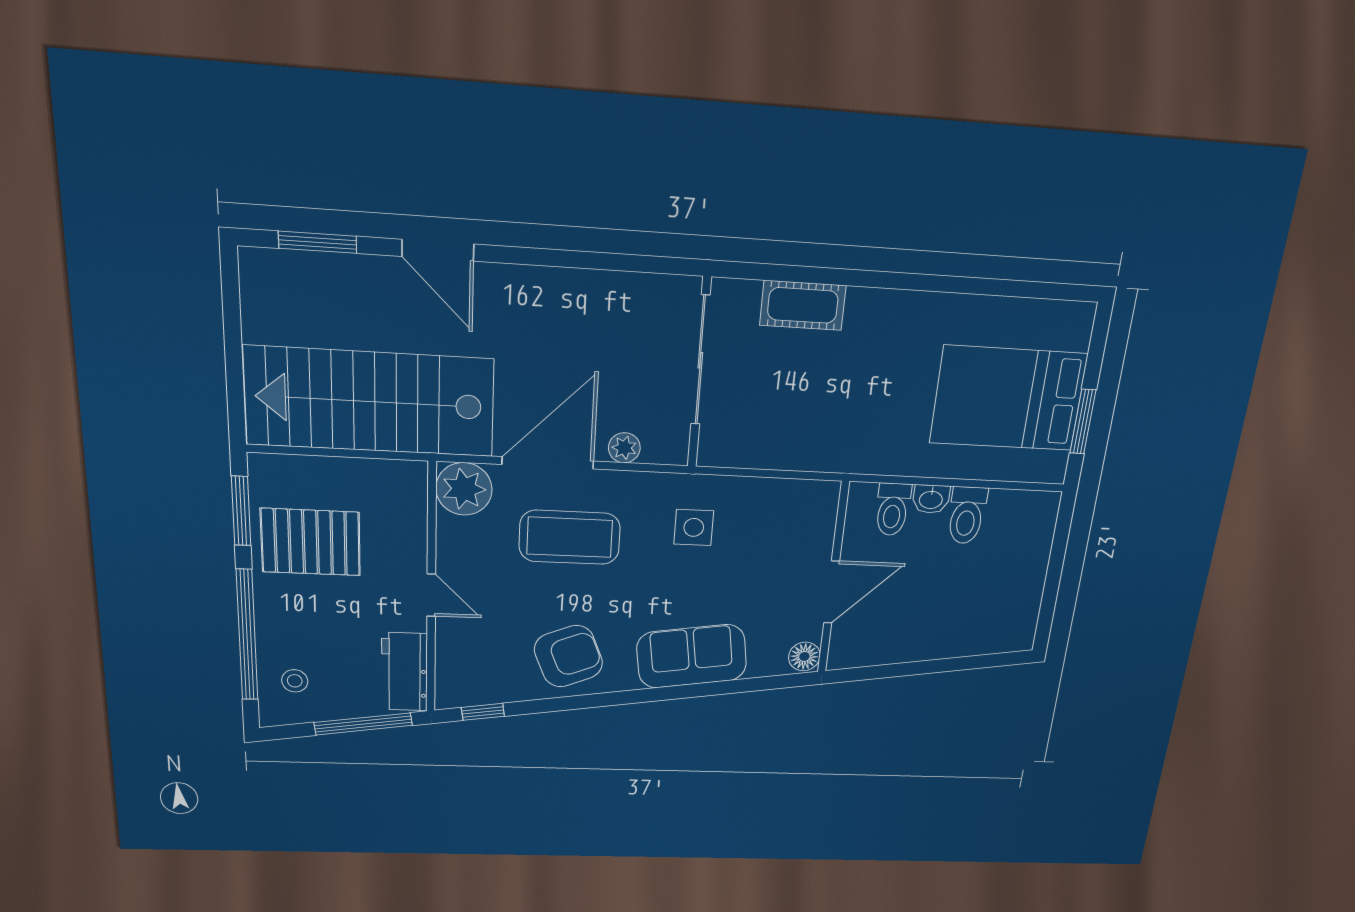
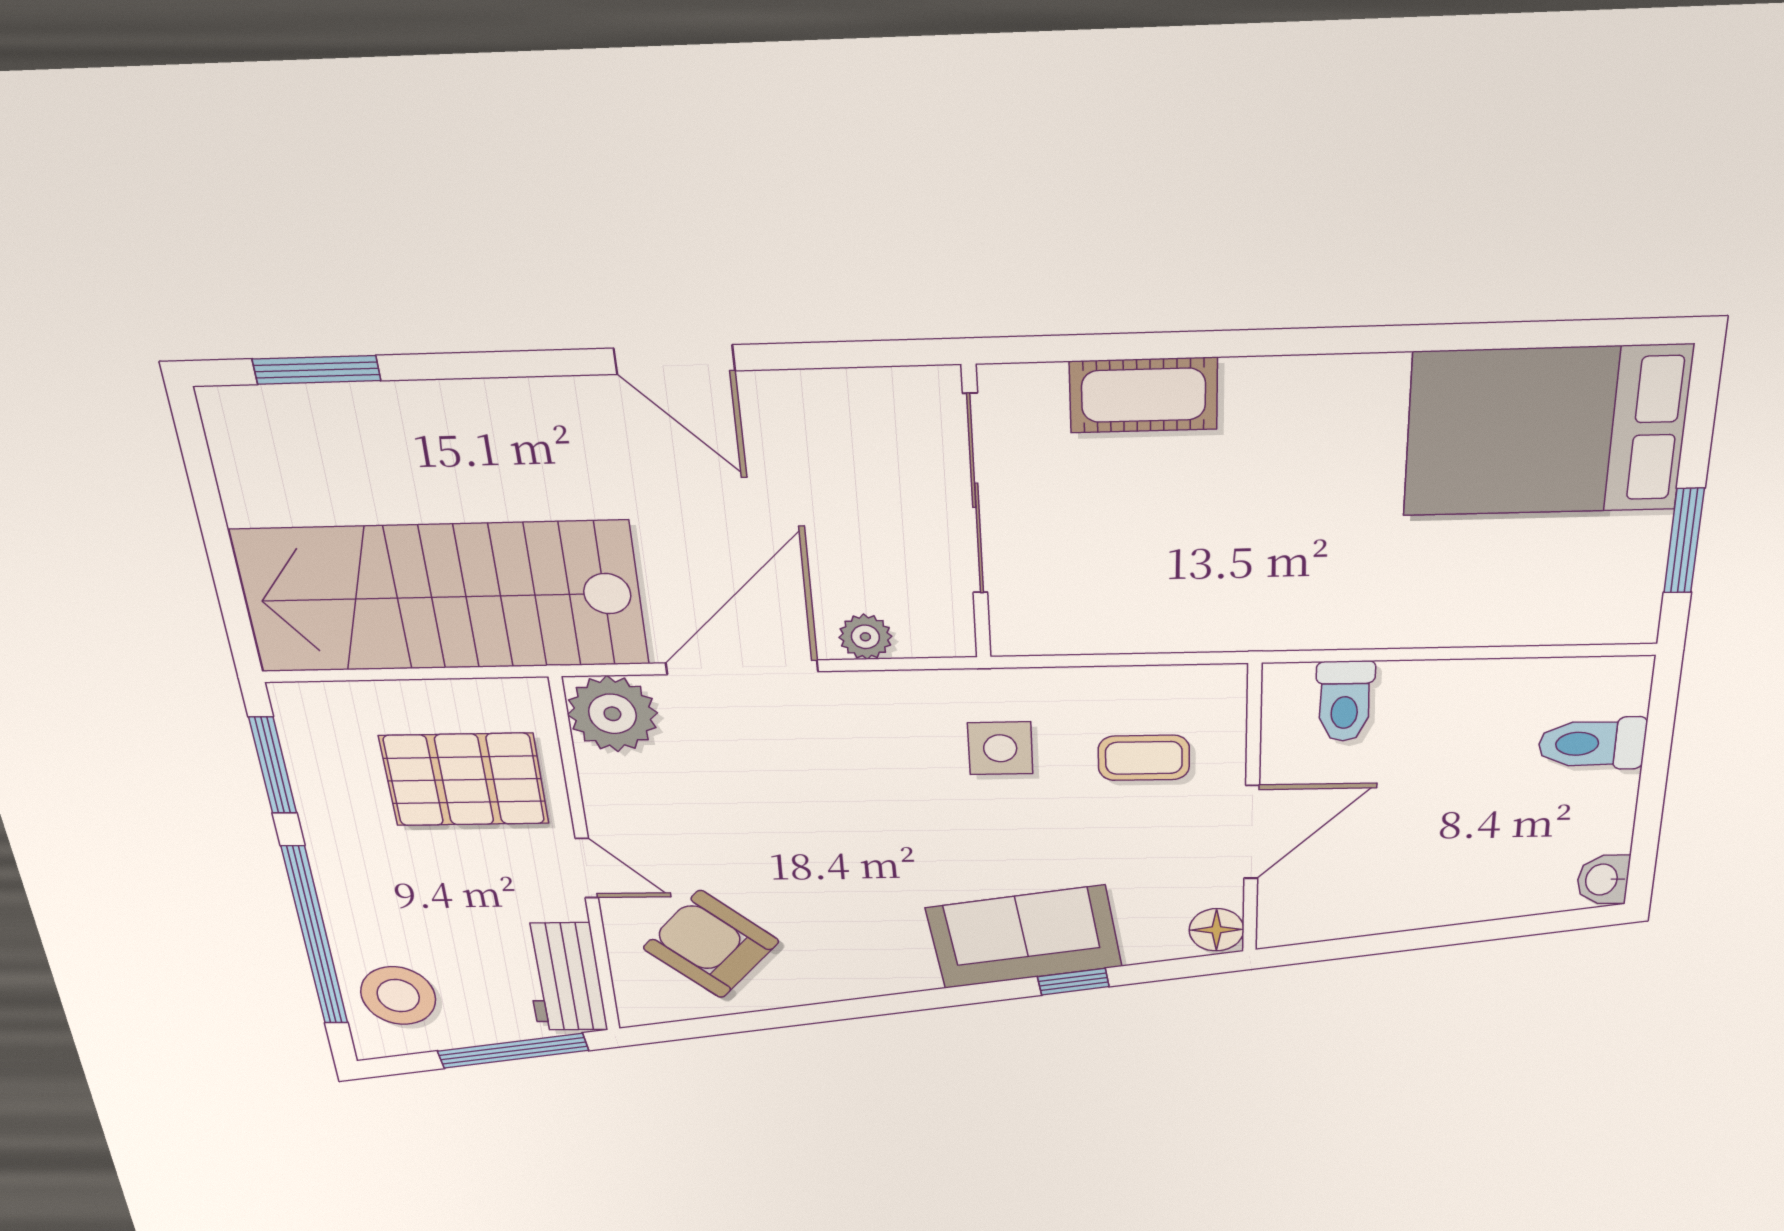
door: (438, 250) -> (674, 360), moved
bed: (1008, 398) -> (1546, 431), moved
washbasin: (931, 499) -> (1603, 880), moved, turned 90
toilet: (967, 515) -> (1592, 744), moved, turned 90
coffee table: (570, 537) -> (1144, 758), moved, width x0.54, depth x0.58
pallet: (311, 542) -> (464, 780), moved
armchair: (568, 656) -> (711, 945), moved, turned -116
stool: (295, 681) -> (398, 996), width x1.89, depth x1.89
window: (483, 712) -> (1073, 982), moved

